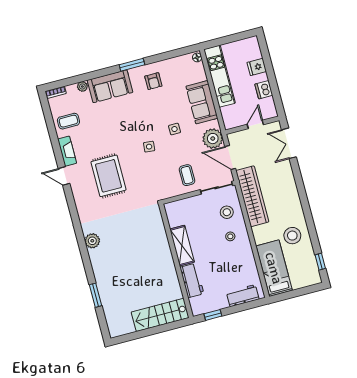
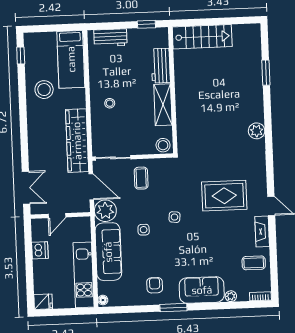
fridge: (257, 67) -> (43, 302), moved
sofa: (202, 102) -> (108, 252), width x1.36
rug: (108, 176) -> (224, 196), turned 90
stool: (227, 212) -> (163, 145), moved

